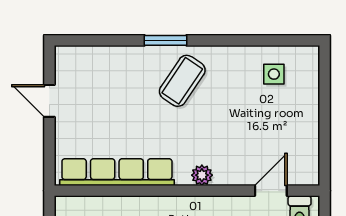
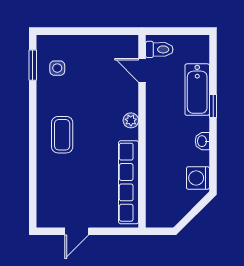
window: (166, 40) -> (33, 65), moved
coffee table: (182, 81) -> (62, 135), turned 56

